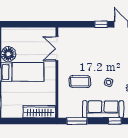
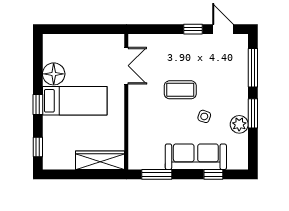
double door: (57, 49) -> (126, 66), swing flipped
coffee table: (80, 82) -> (180, 90), moved

